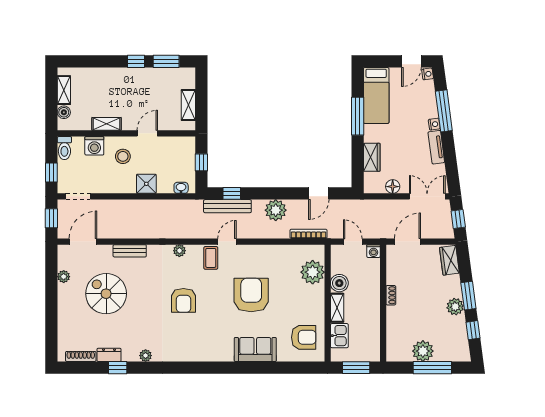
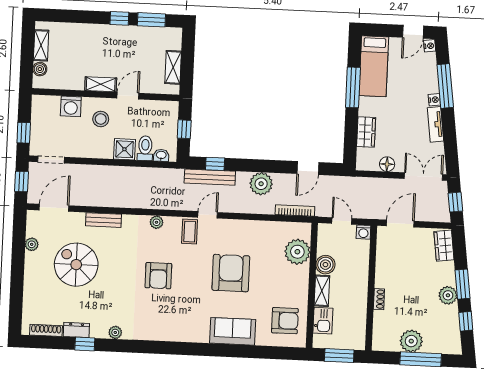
shelving: (107, 124) -> (101, 84), moved
toilet: (64, 148) -> (145, 148), moved, turned 180
shoe rack: (391, 295) -> (379, 299), moved

